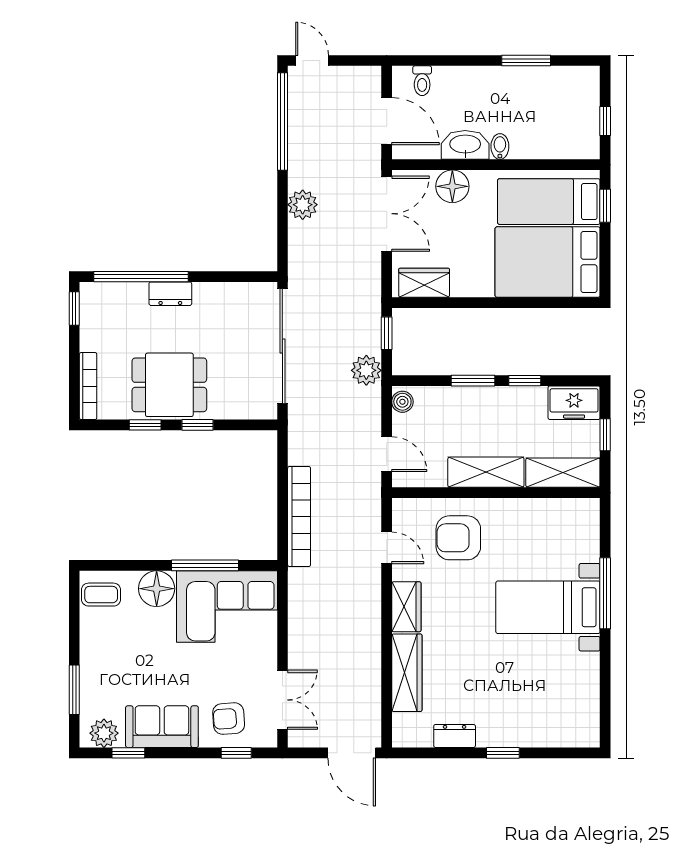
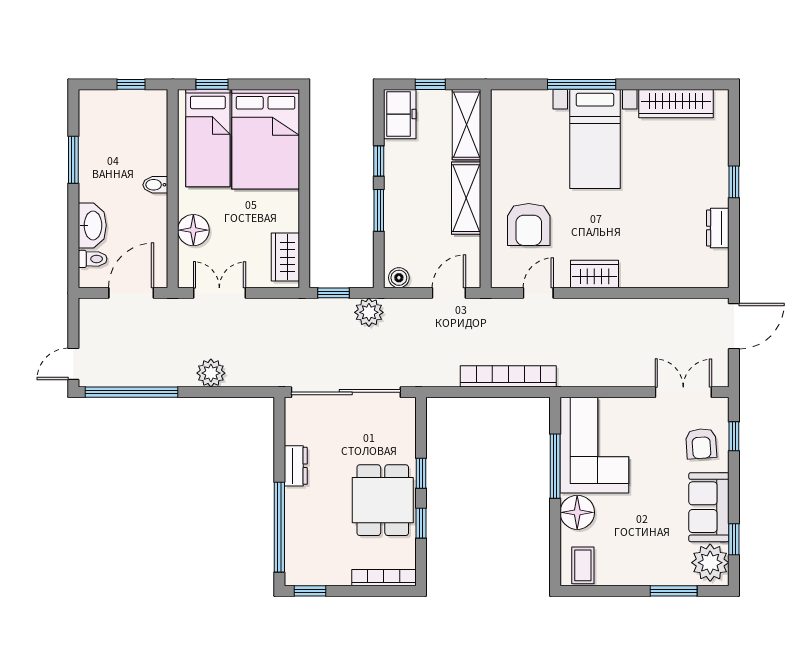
washbasin: (465, 145) -> (92, 225), moved, turned 180
double door: (387, 214) -> (219, 293), width x0.73
dresser: (170, 294) -> (296, 466), moved
wardrobe: (407, 673) -> (676, 104), moved, turned 180
plant: (104, 733) -> (710, 563), width x1.36, depth x1.36

